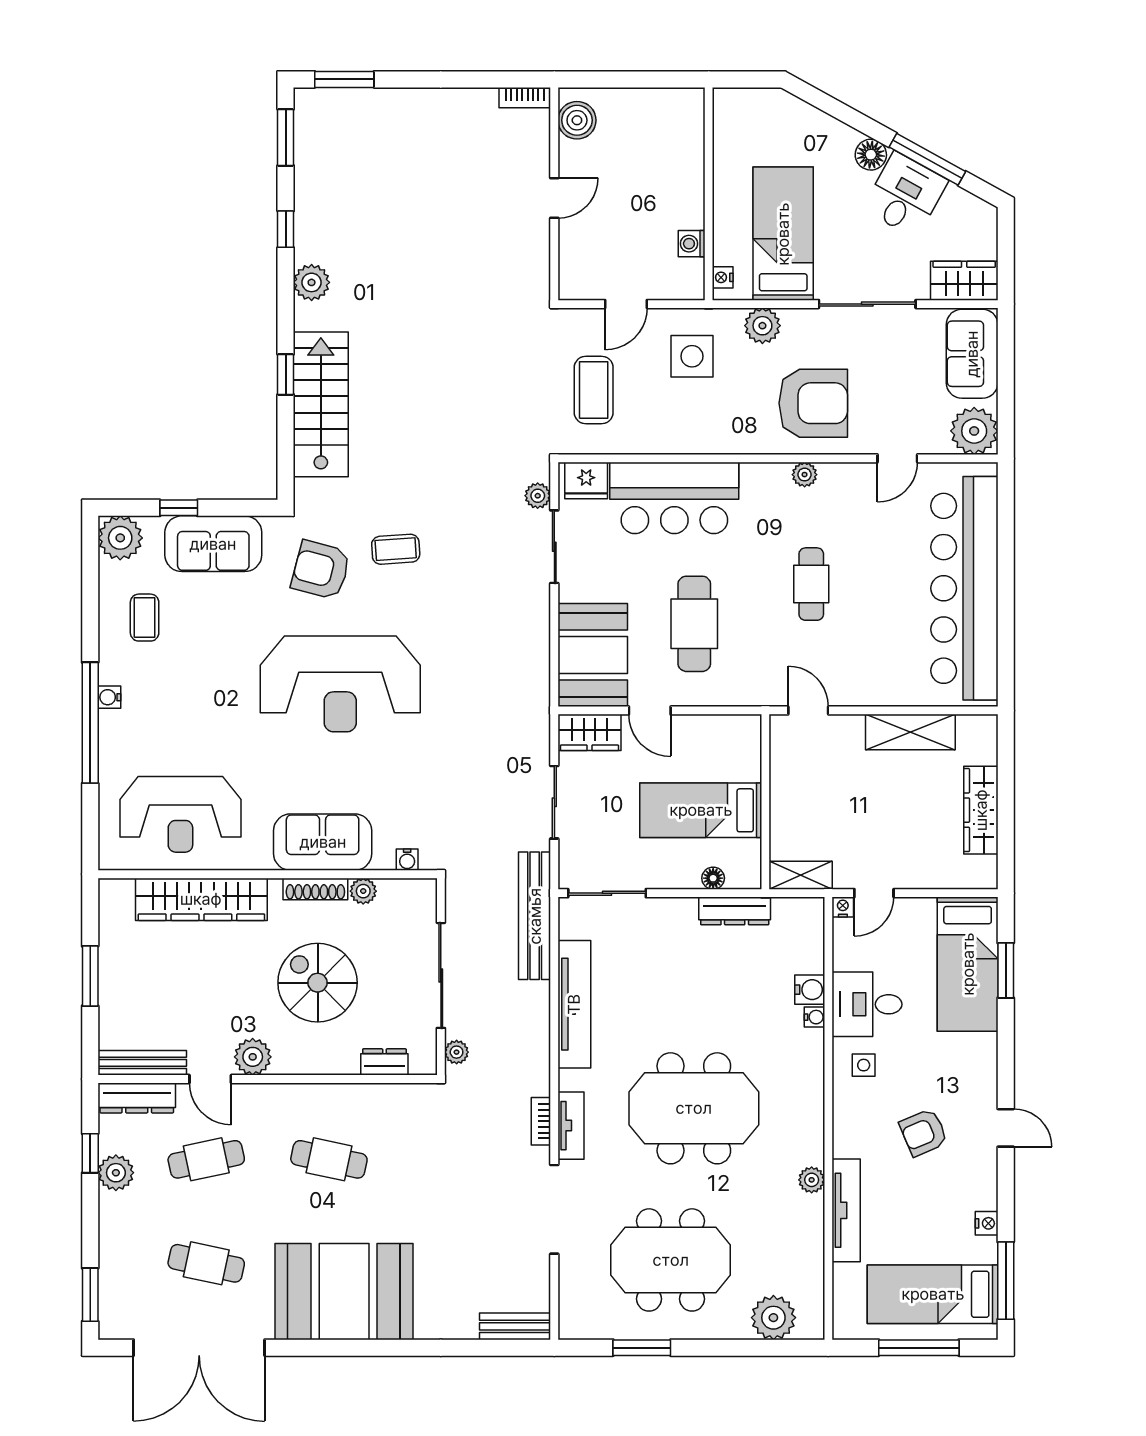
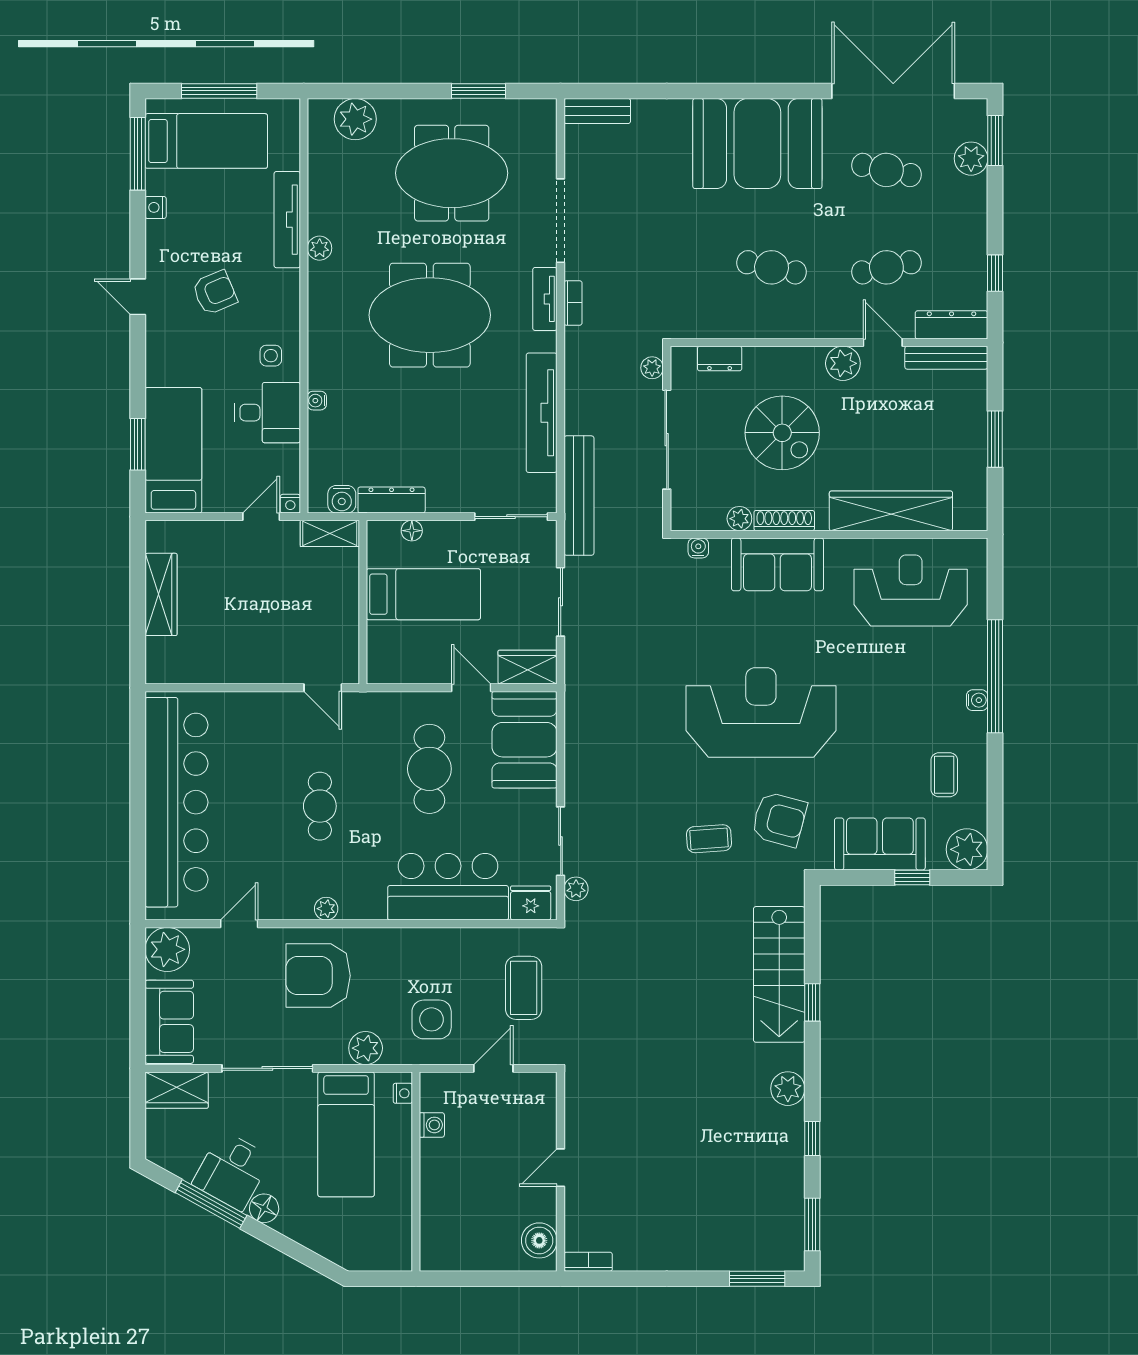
shelving: (910, 732) -> (227, 667), removed
water cooler: (810, 990) -> (342, 499), moved, turned -90
plant: (116, 1173) -> (971, 159), moved

